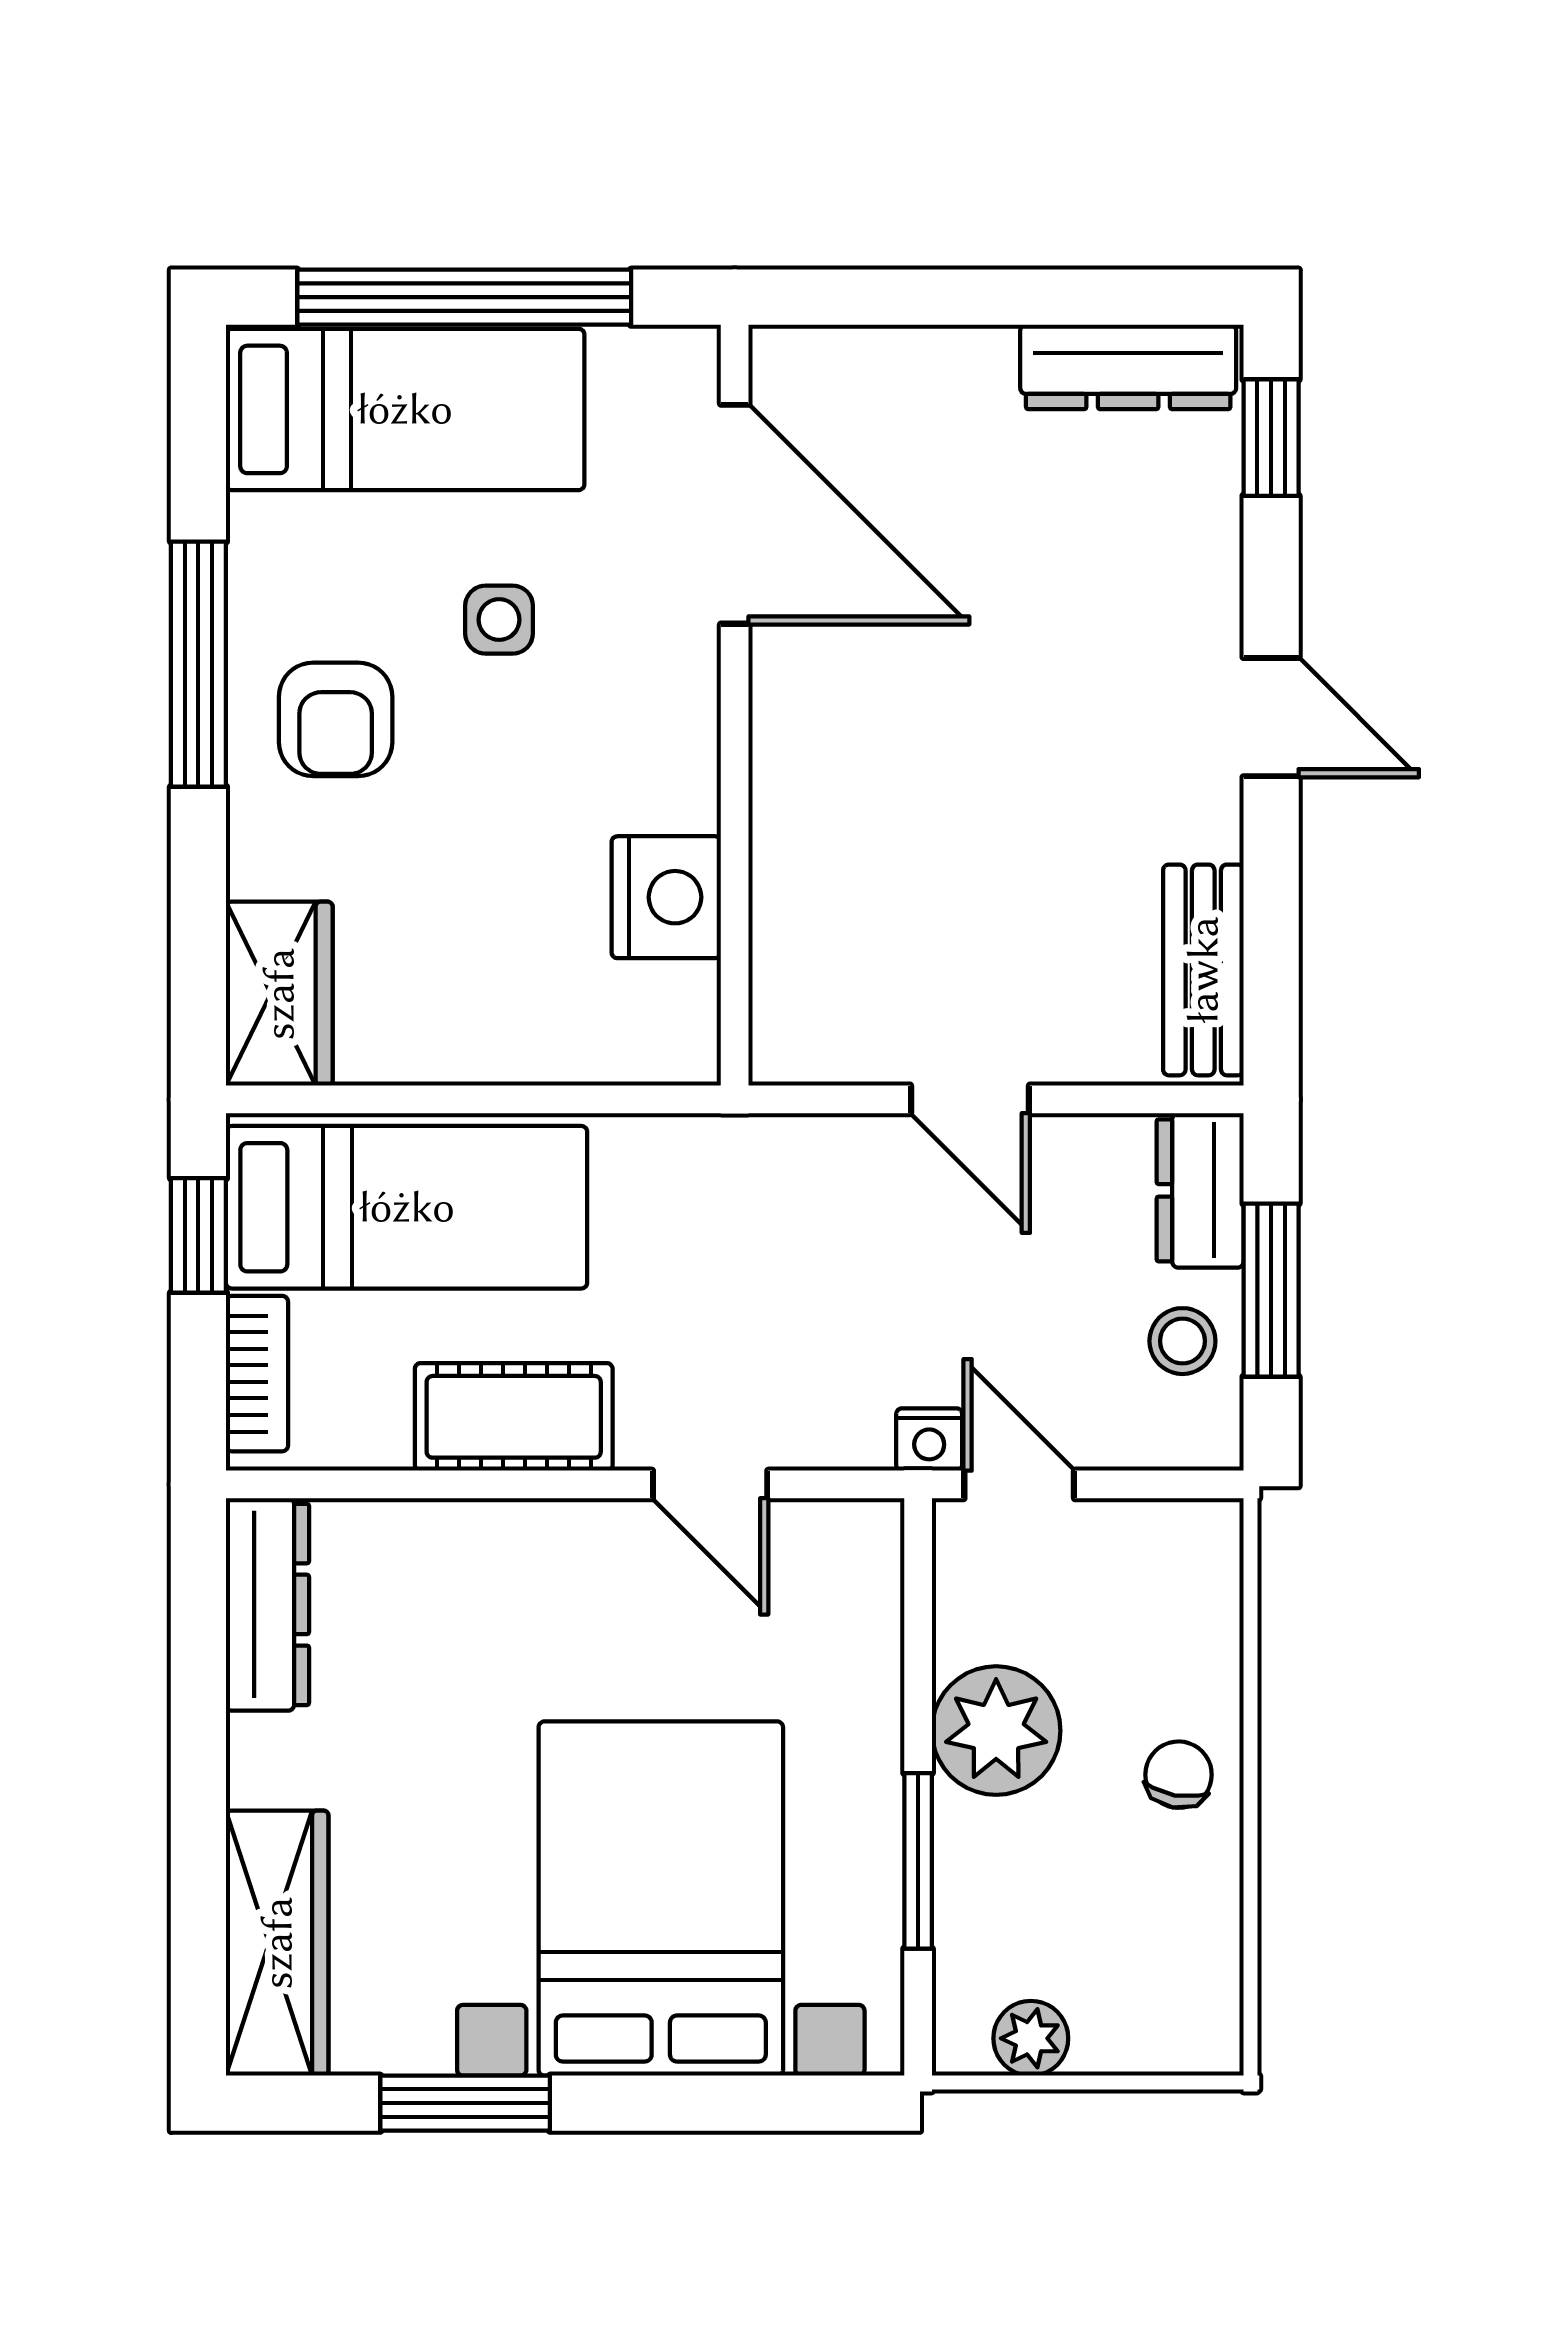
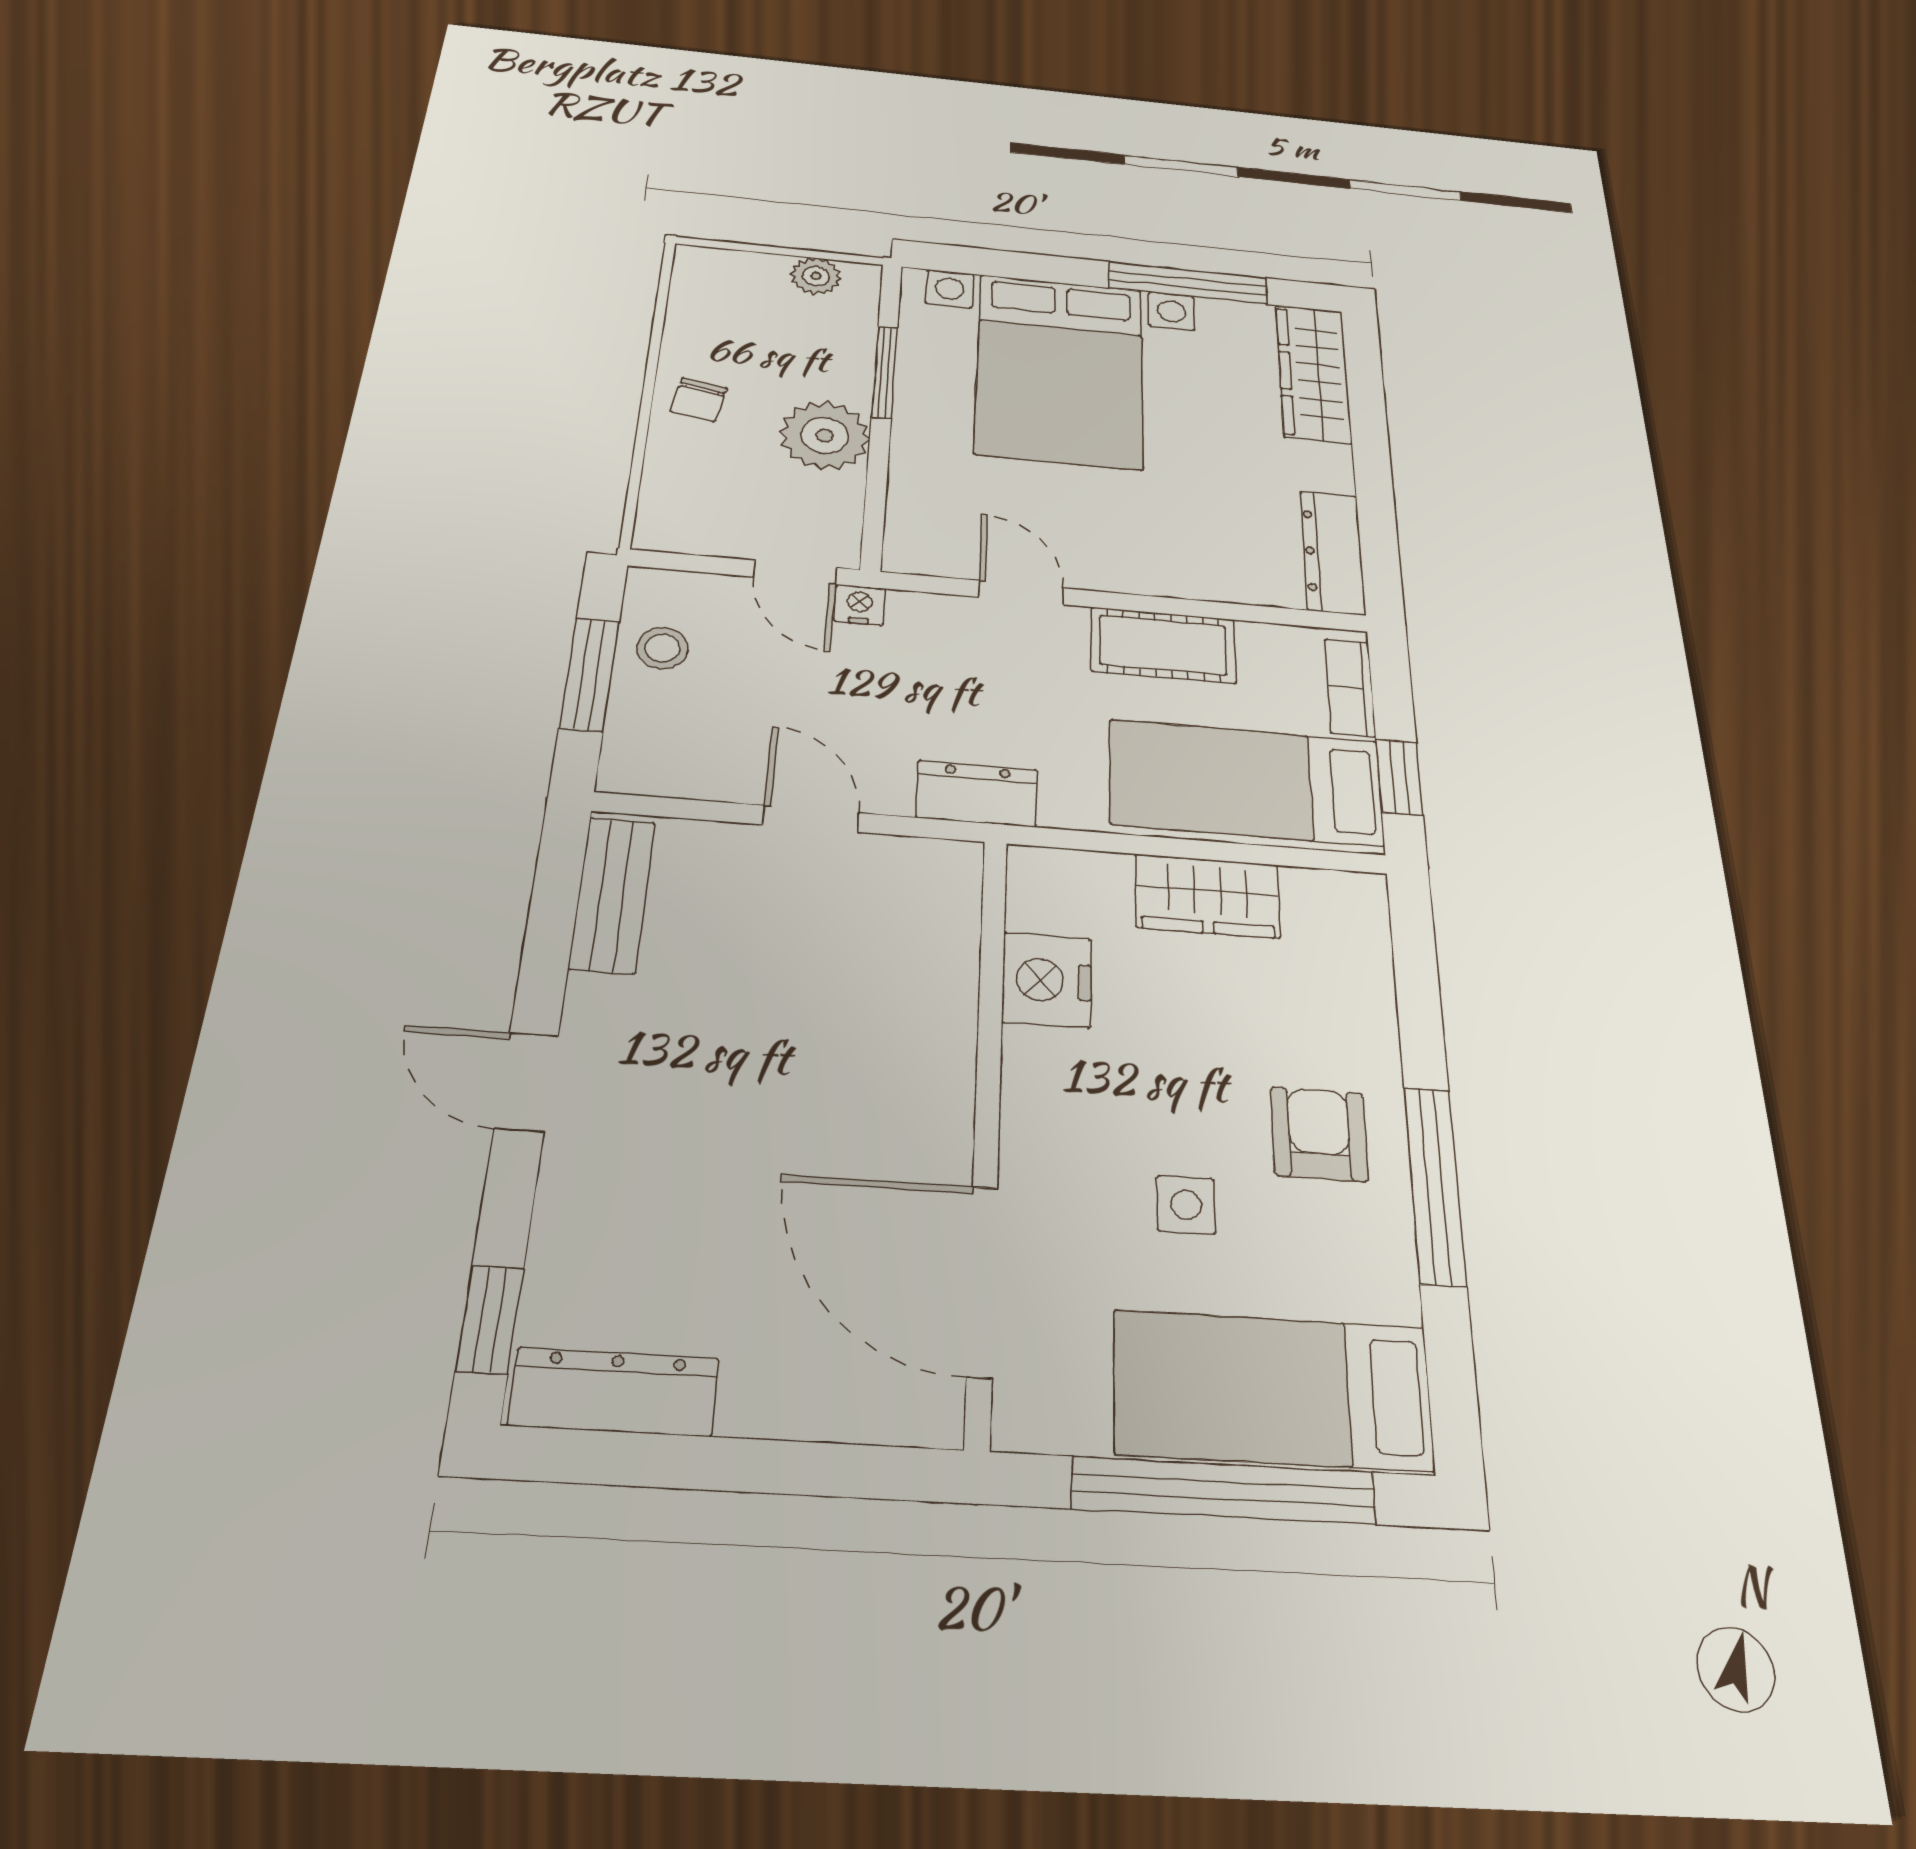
wardrobe: (279, 994) -> (1207, 896), moved, turned -90
dresser: (1200, 1190) -> (977, 794), moved, turned -90
window: (465, 2103) -> (1188, 283), width x1.44

